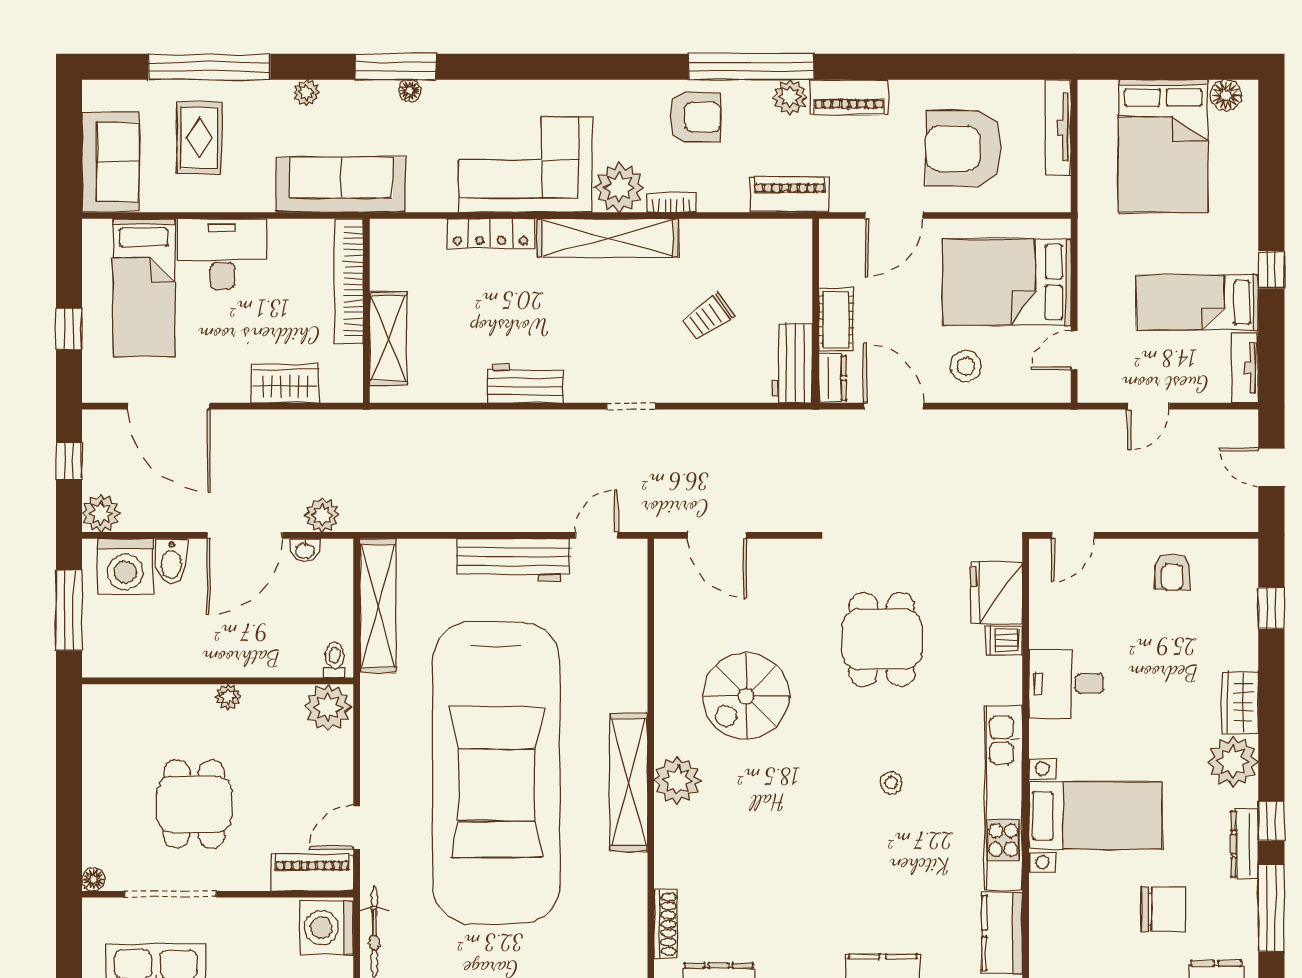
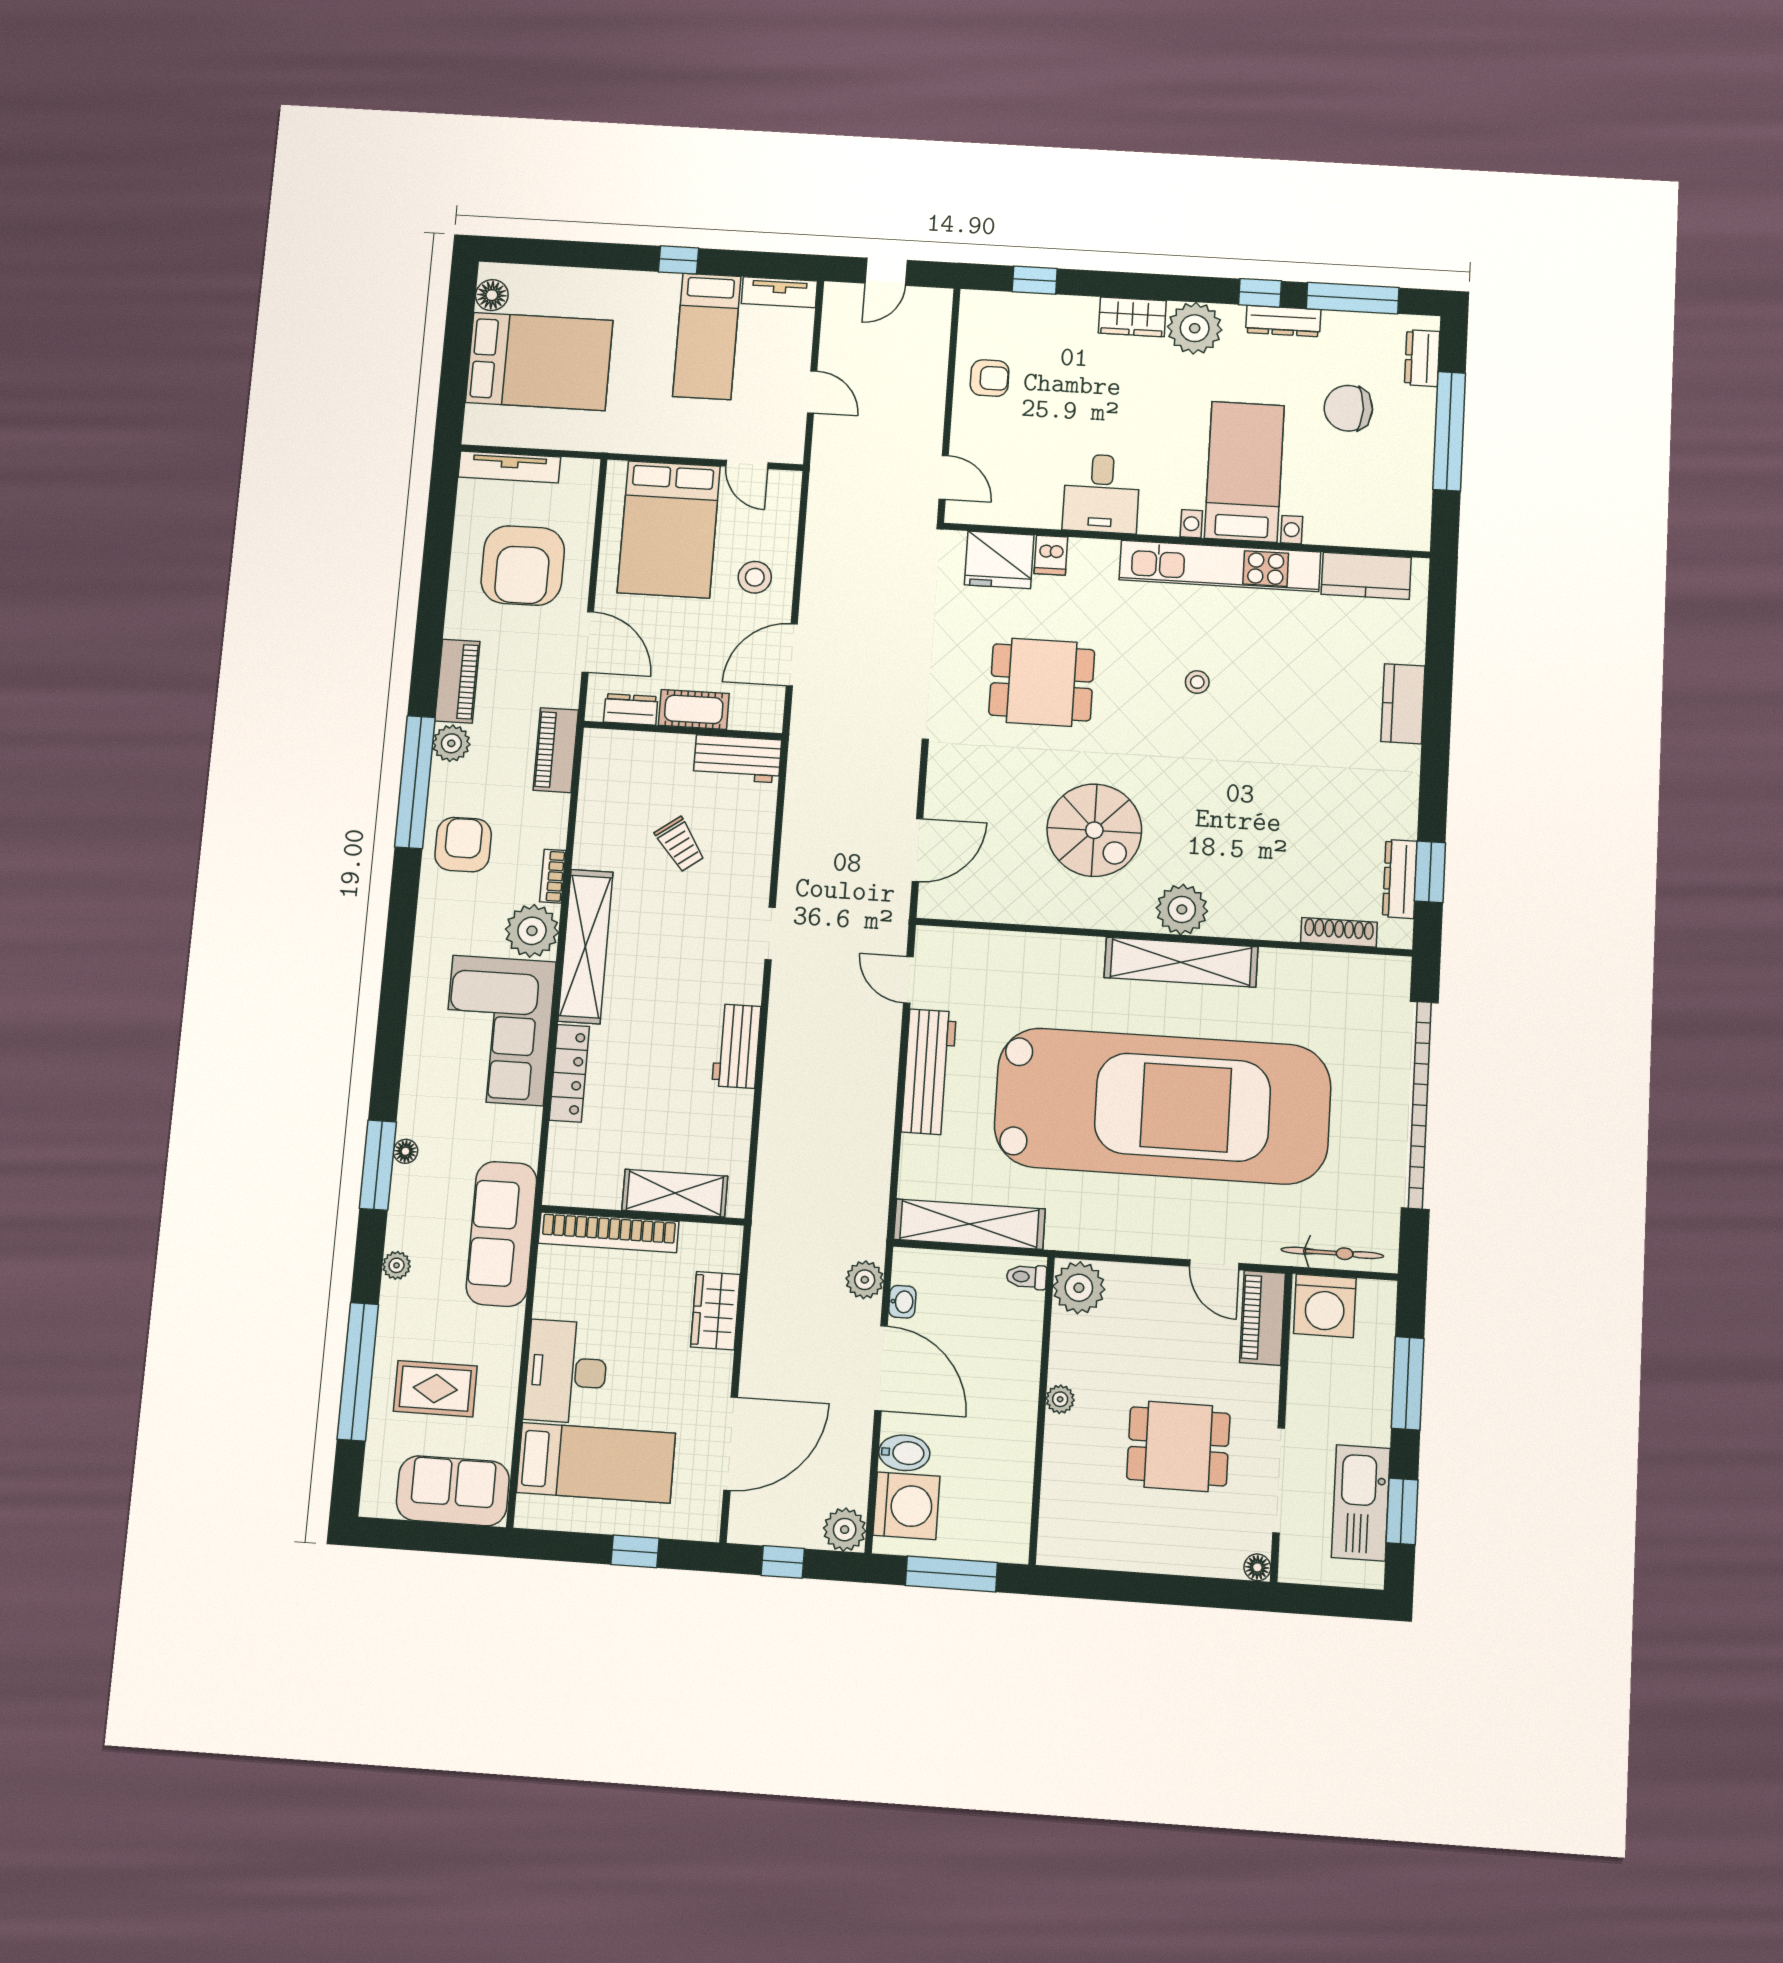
dresser: (832, 378) -> (631, 709), moved
chair: (1163, 909) -> (1348, 408), turned -90

